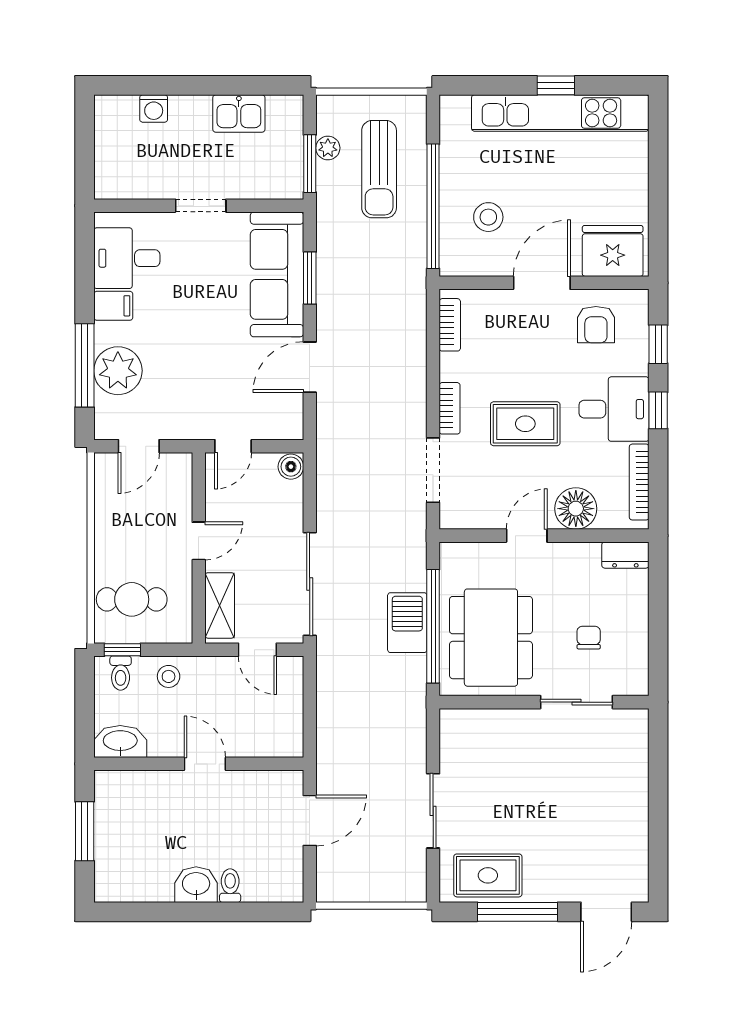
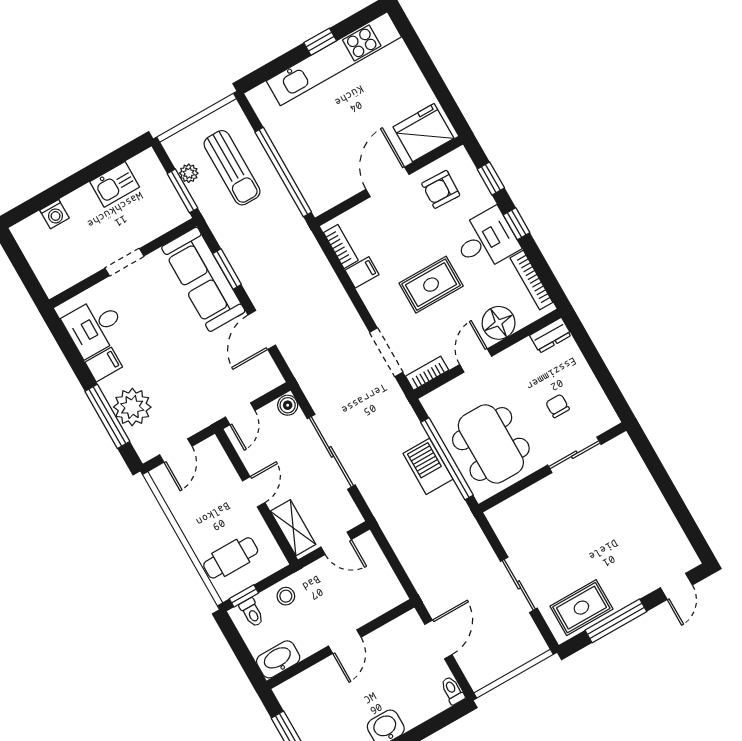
stool: (488, 217) -> (325, 158), removed
armchair: (596, 325) -> (441, 189), turned 92
filing cabinet: (457, 367) -> (362, 272), added
bookcase: (450, 408) -> (427, 373), moved, turned -90
sliding door: (310, 584) -> (331, 452), moved
door: (205, 764) -> (345, 642), swing flipped
toilet: (230, 886) -> (452, 690), moved
door: (606, 912) -> (676, 586), width x0.73

